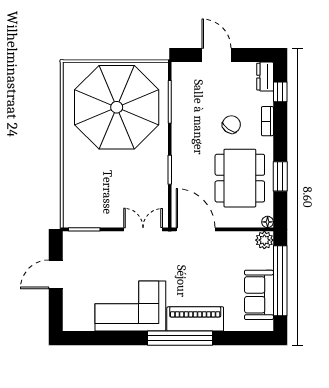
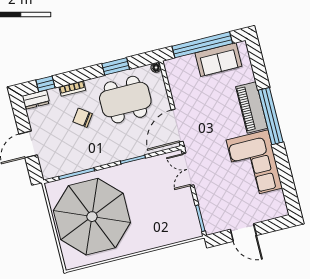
plant: (264, 240) -> (172, 66), removed

